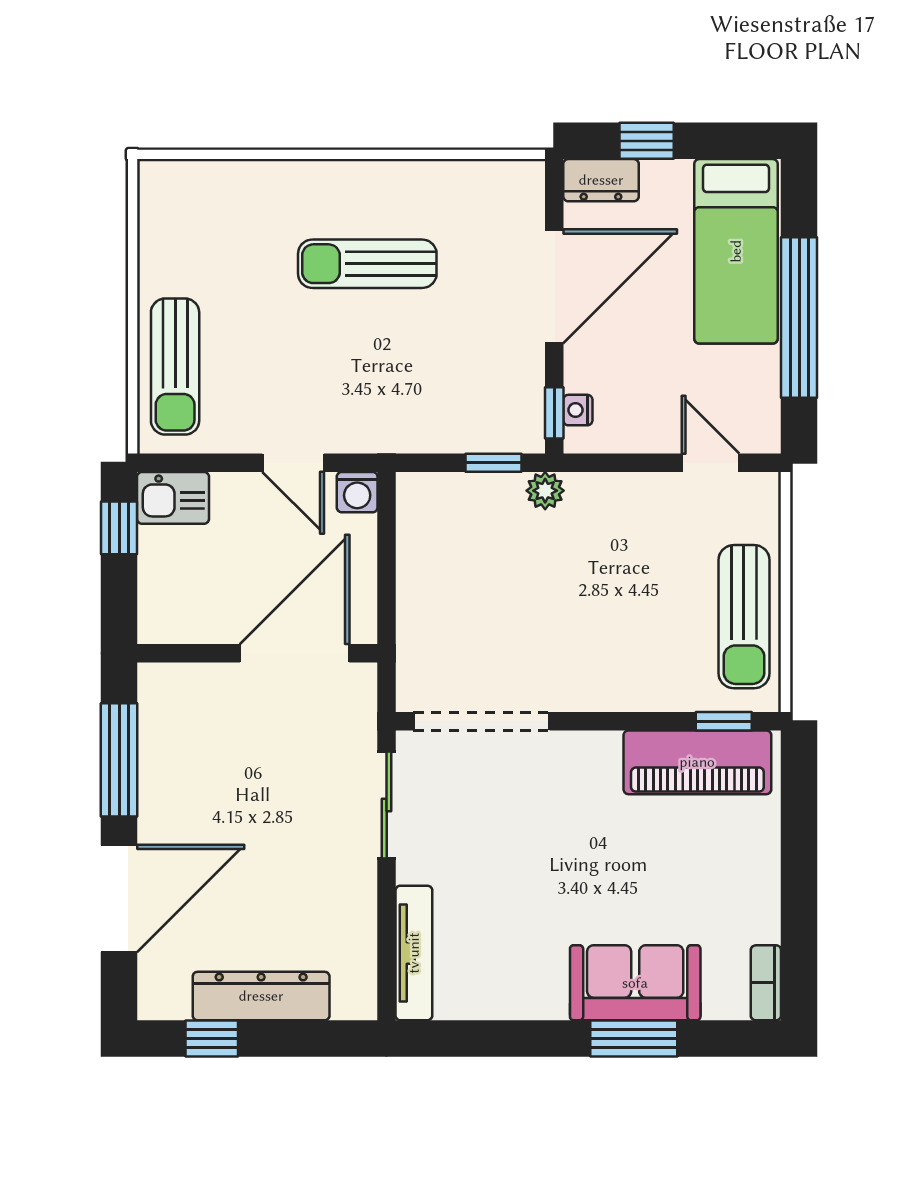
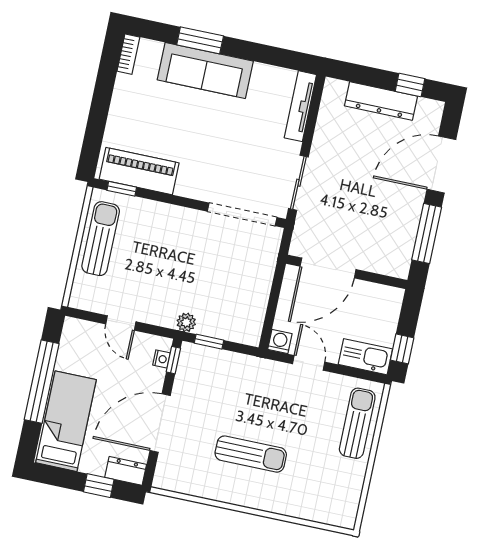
door: (710, 463) -> (121, 323), moved
kitchen sink: (173, 498) -> (365, 357), width x1.38
sofa: (635, 983) -> (205, 70), width x1.36

